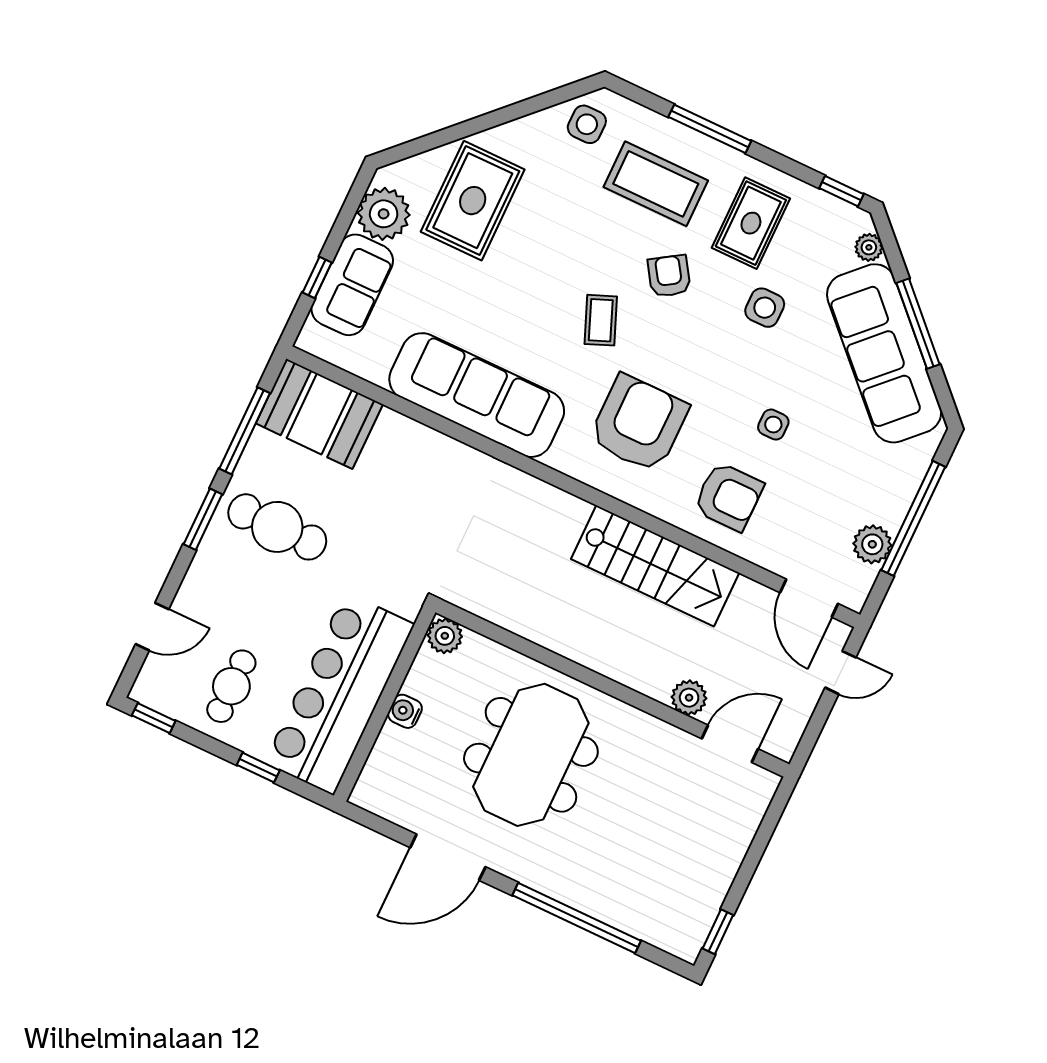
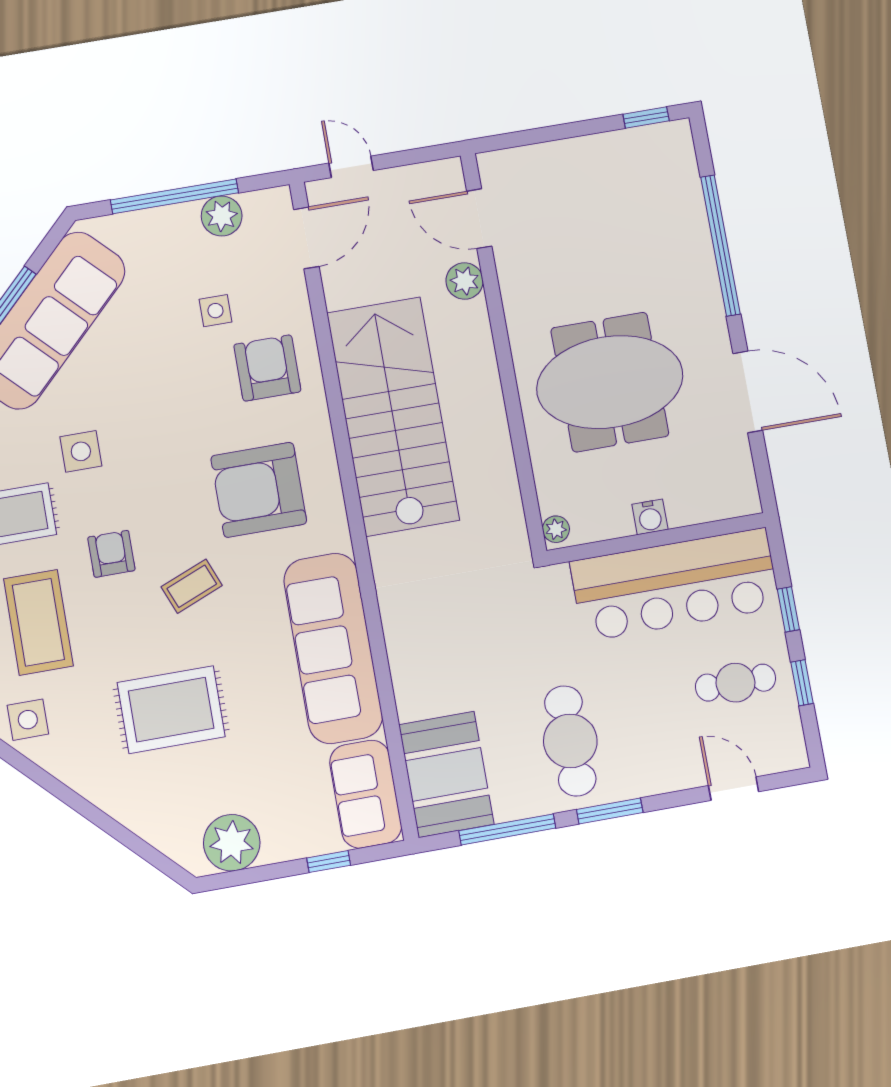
rug: (473, 201) -> (171, 710), moved
armchair: (669, 276) -> (111, 554), turned 123
sofa: (352, 285) -> (366, 794), moved, turned -90
side table: (773, 425) -> (215, 311), moved
stairs: (655, 566) -> (393, 416), width x1.36, depth x1.51
plant: (445, 636) -> (556, 529), width x0.73, depth x0.73
window: (154, 718) -> (802, 683), moved

